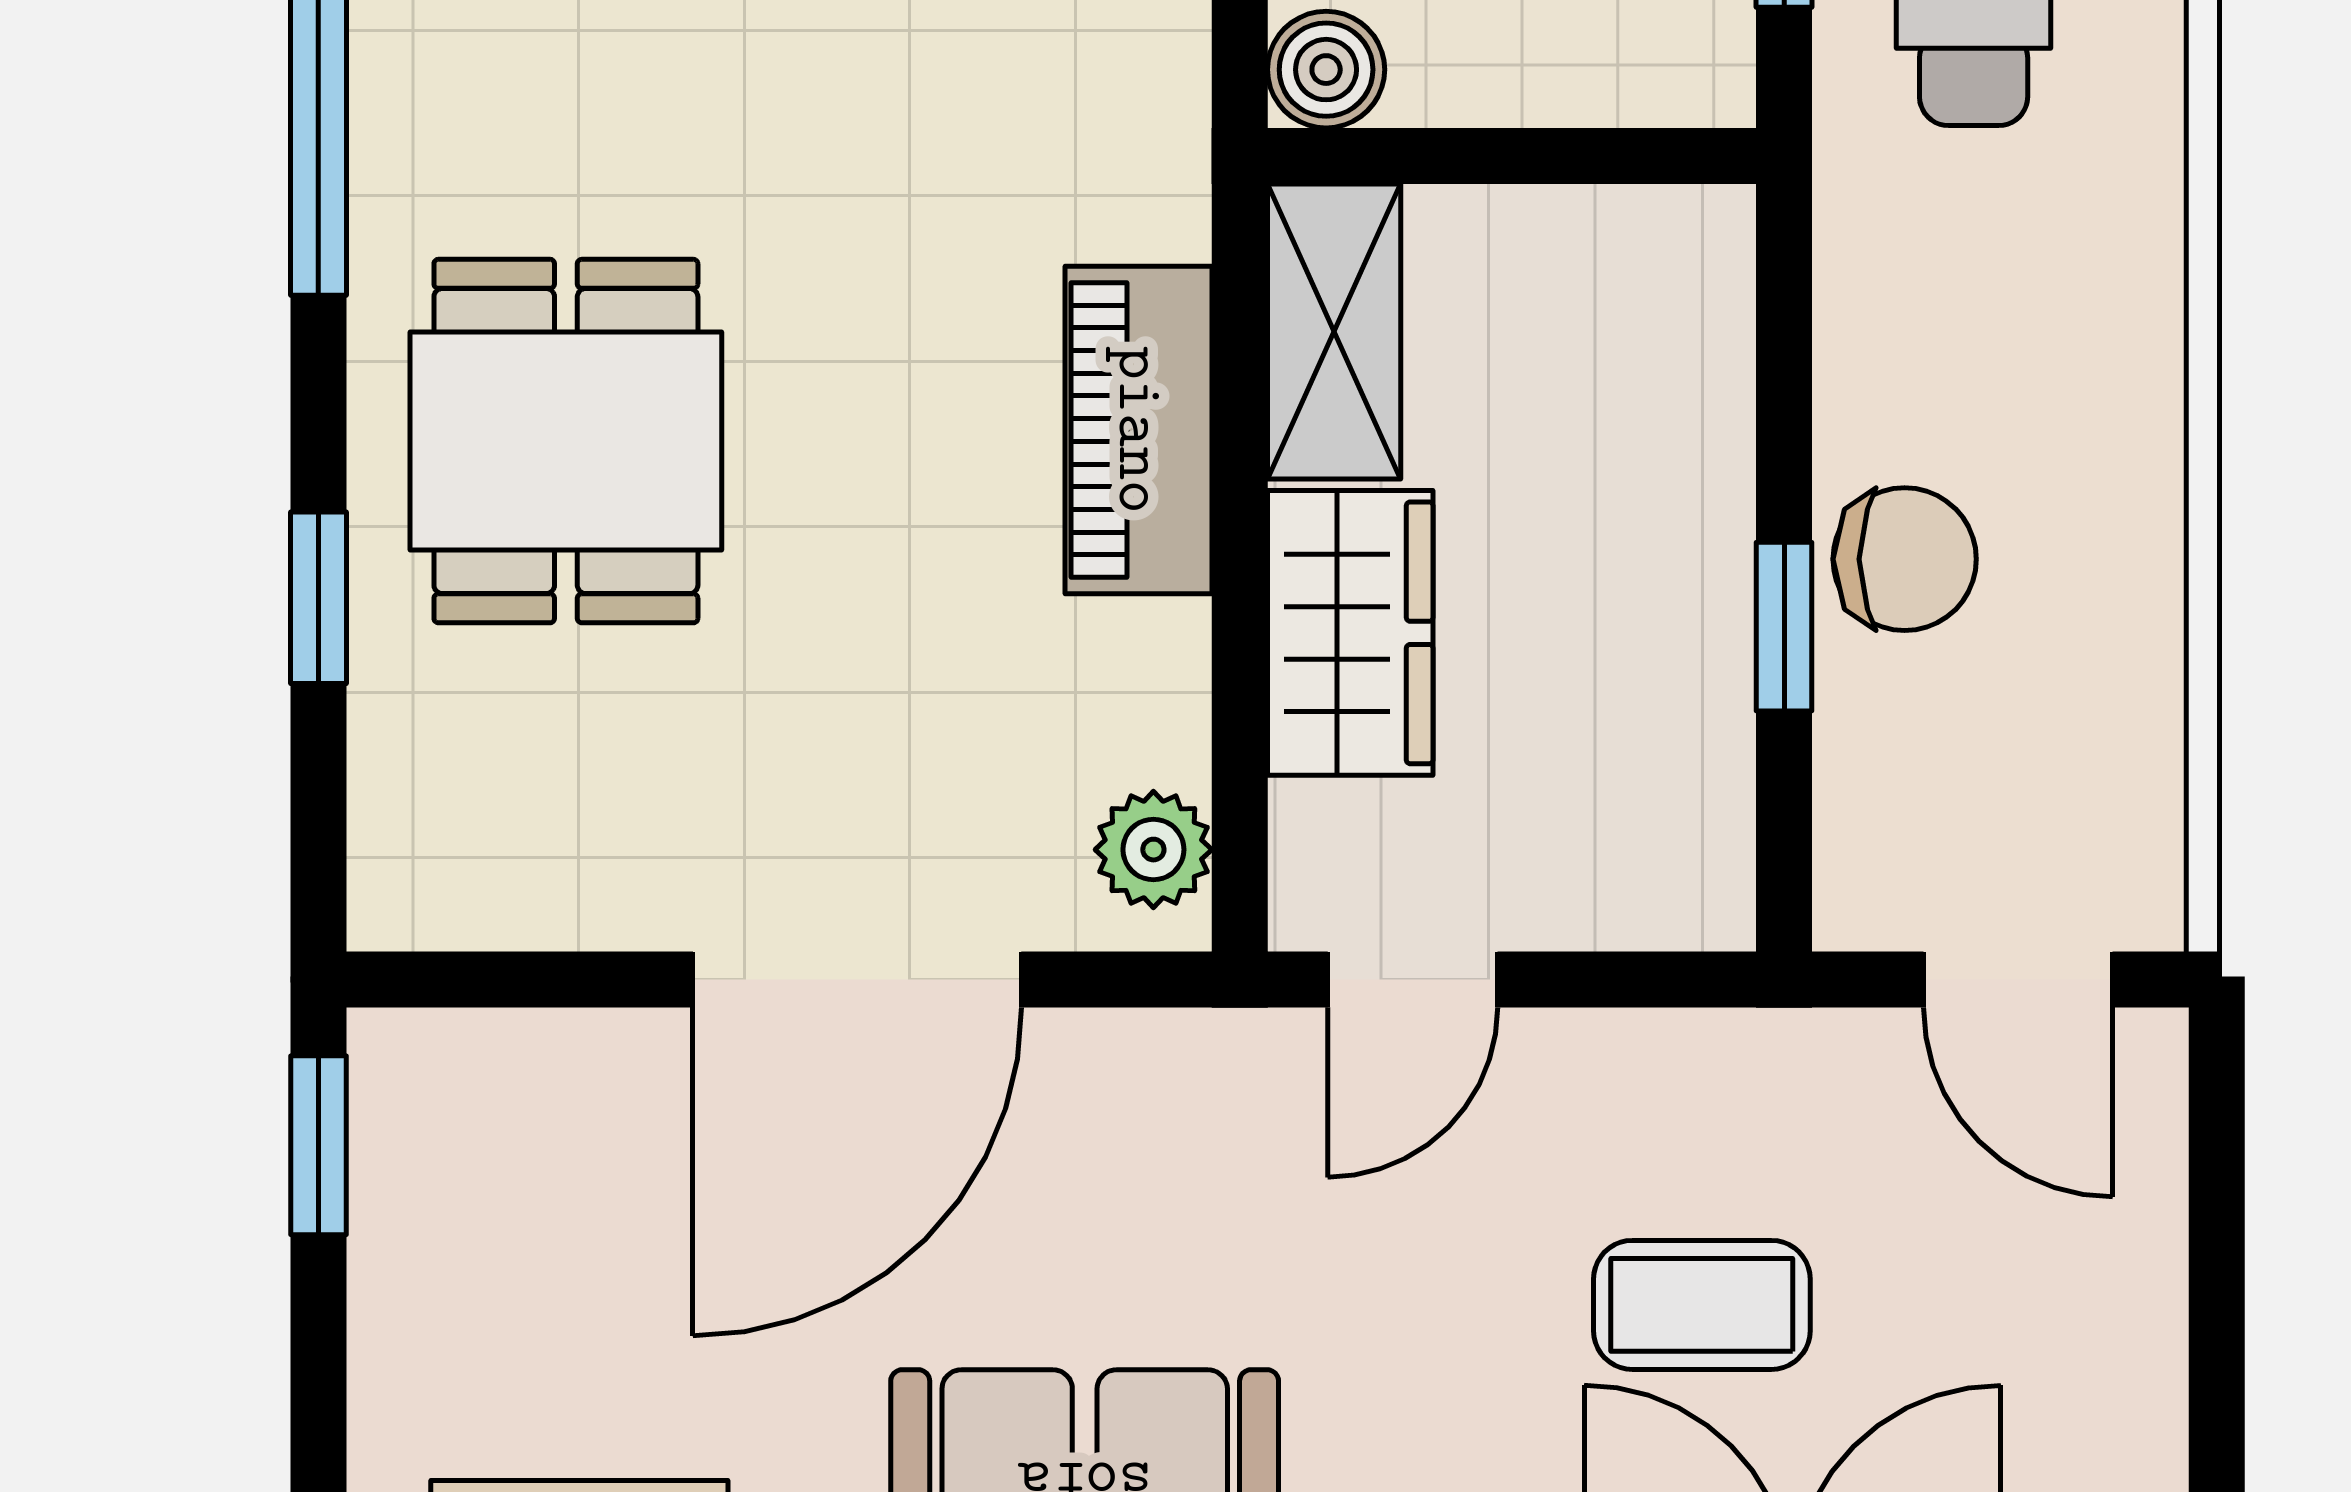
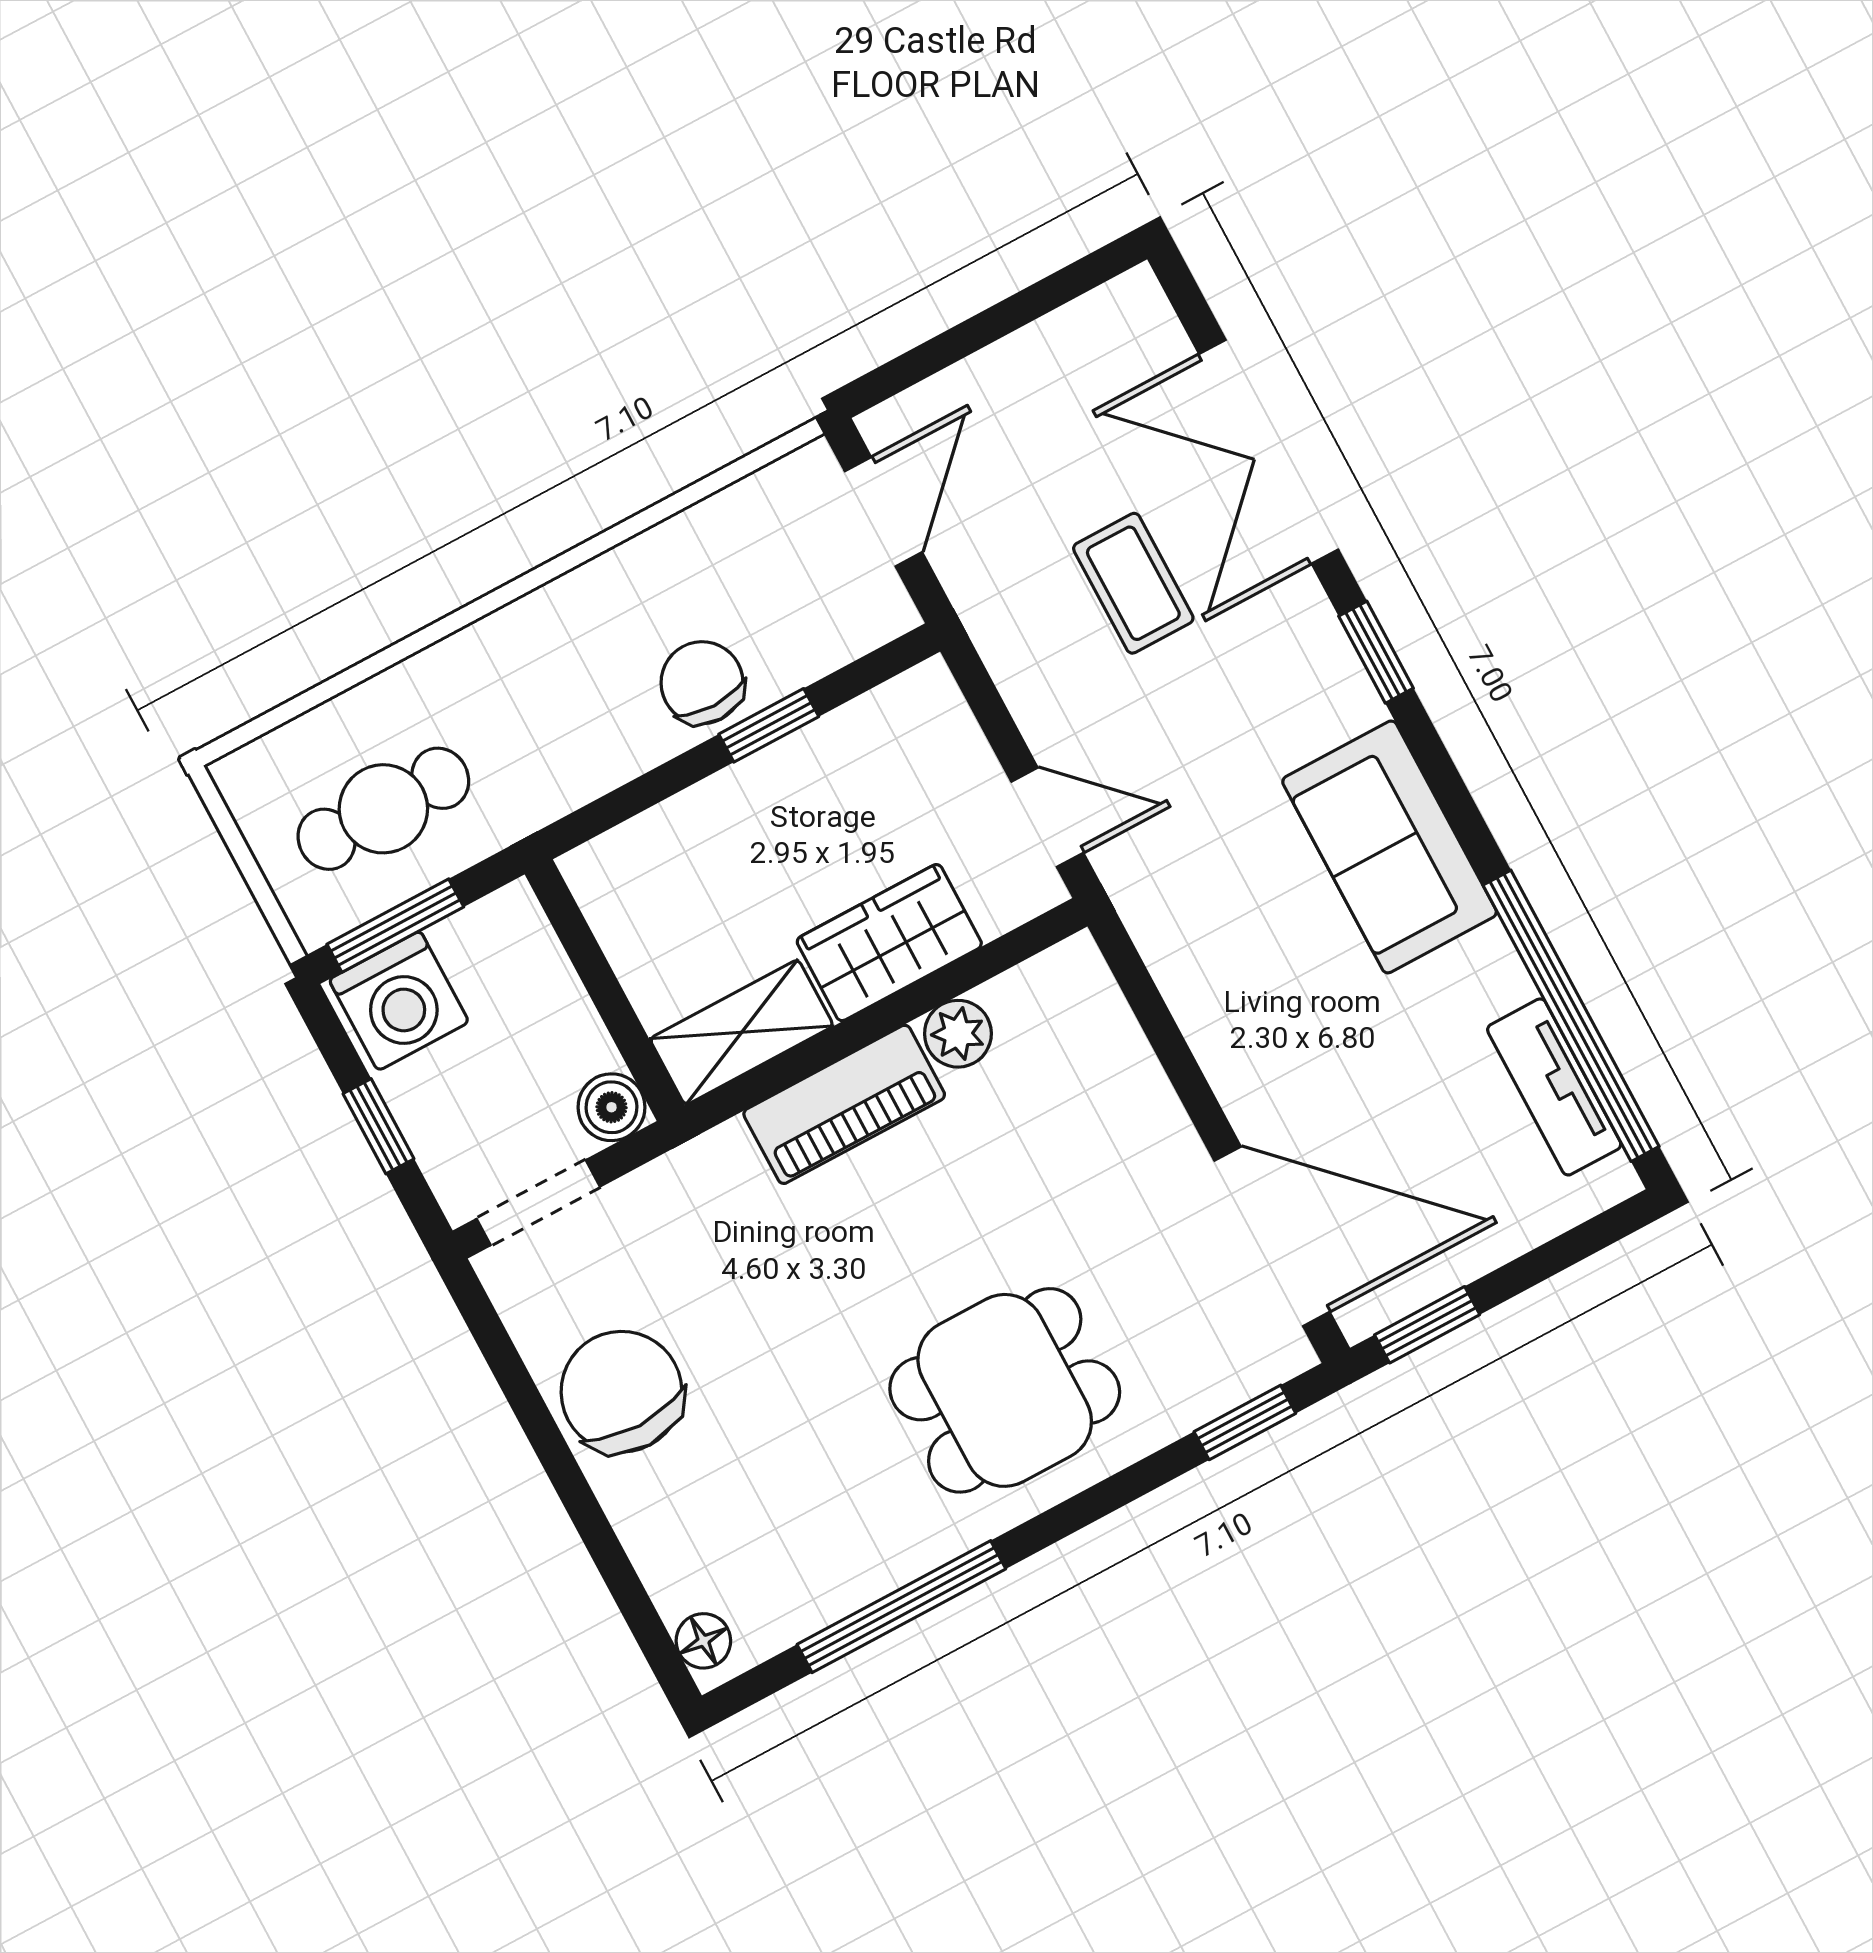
window: (318, 598) -> (1245, 1422), moved
plant: (1153, 850) -> (958, 1034), moved
door: (857, 980) -> (1272, 1236), moved

